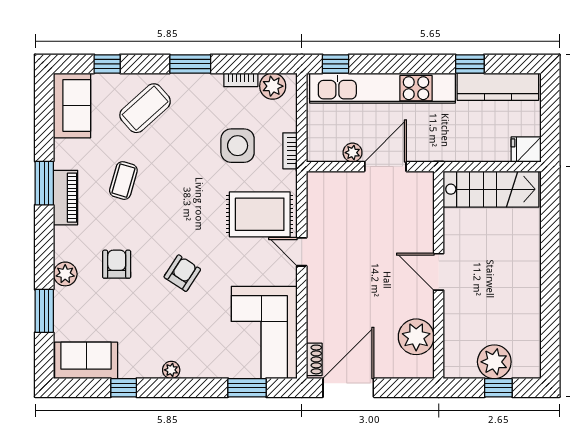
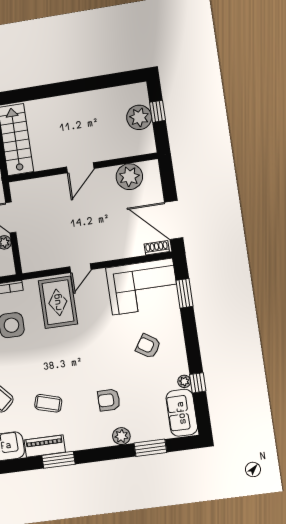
piano: (65, 198) -> (45, 446), moved
armchair: (182, 273) -> (148, 346), moved
plant: (171, 370) -> (184, 381), moved

